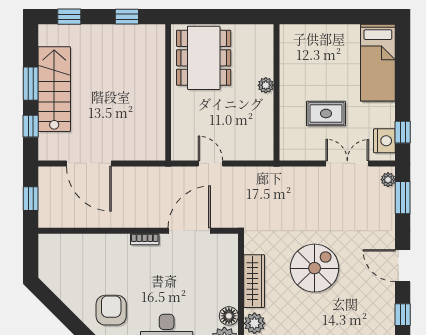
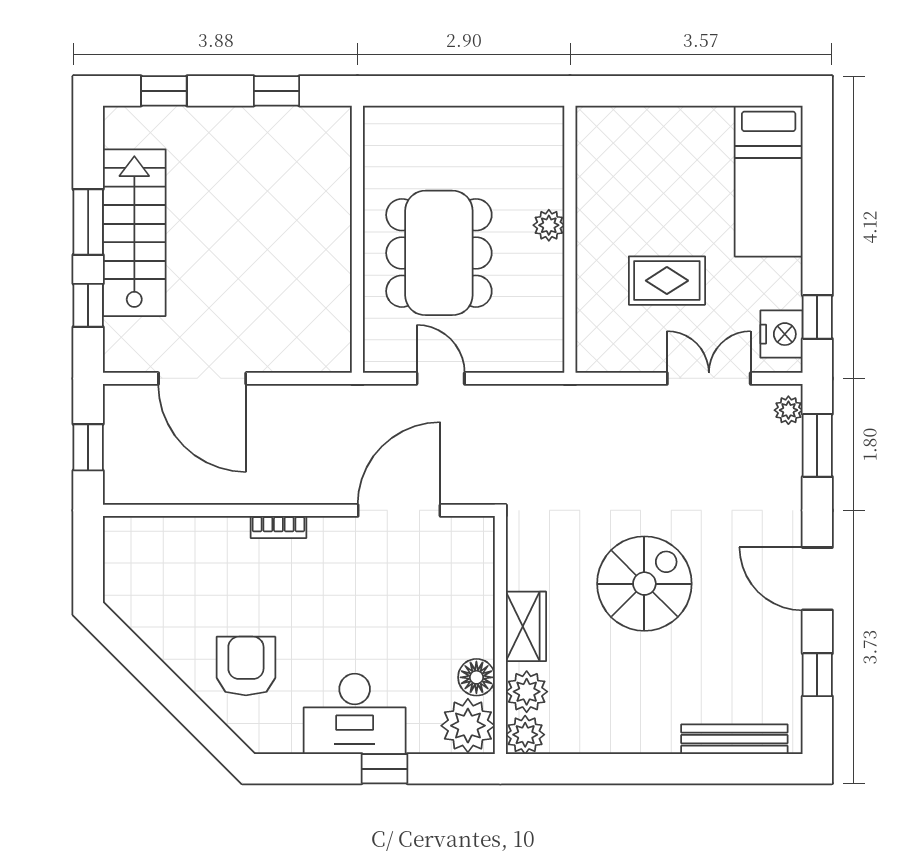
dining table: (204, 58) -> (439, 253), moved
bookcase: (145, 239) -> (278, 527), moved
wardrobe: (254, 281) -> (526, 626), width x0.67

